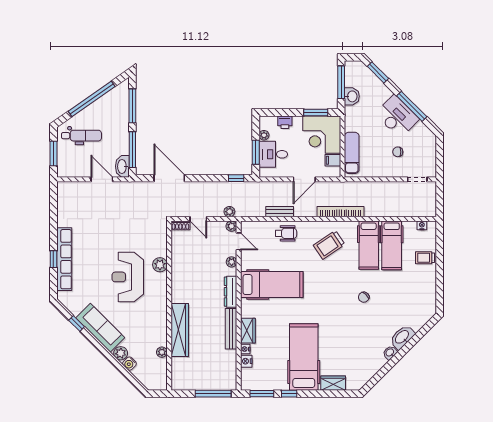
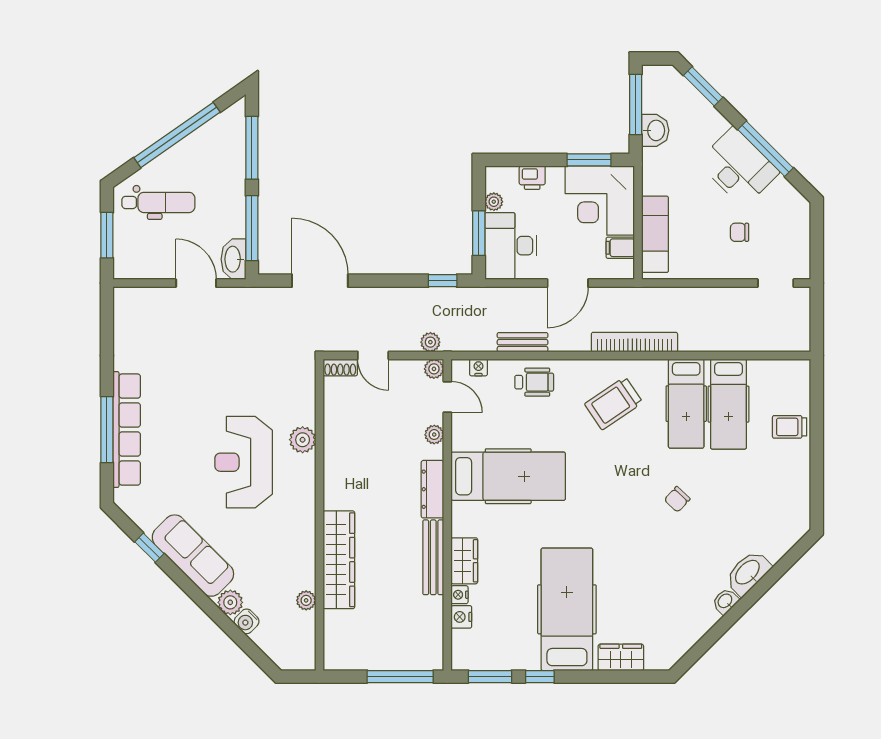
desk: (273, 154) -> (511, 246), width x1.37
nightstand: (422, 225) -> (478, 367), moved
window: (53, 259) -> (107, 430), width x2.17

